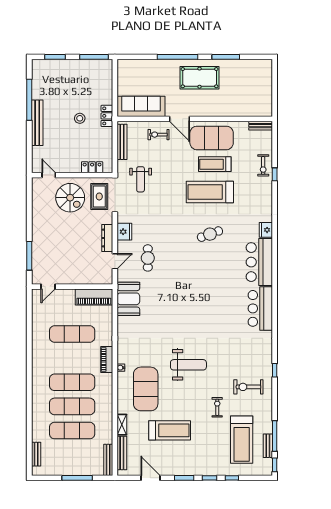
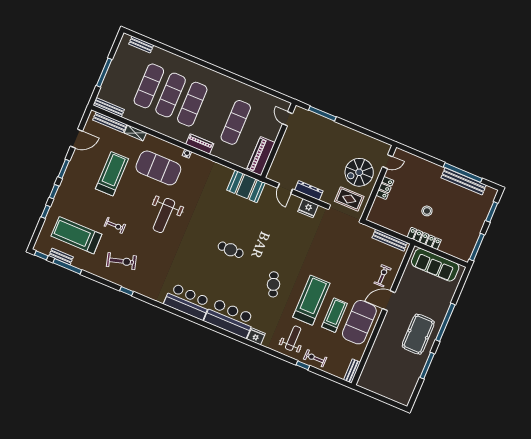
sofa: (141, 106) -> (435, 265), moved, turned 90
locker: (107, 116) -> (424, 239), width x1.53
bench: (37, 123) -> (464, 181), moved
locker: (92, 167) -> (385, 188), moved
weight bench: (141, 179) -> (293, 338), moved, turned 90
cafe table: (148, 258) -> (231, 250), moved
exercise bike: (248, 387) -> (121, 261), turned 74
treadmill: (170, 430) -> (112, 174), turned 180

